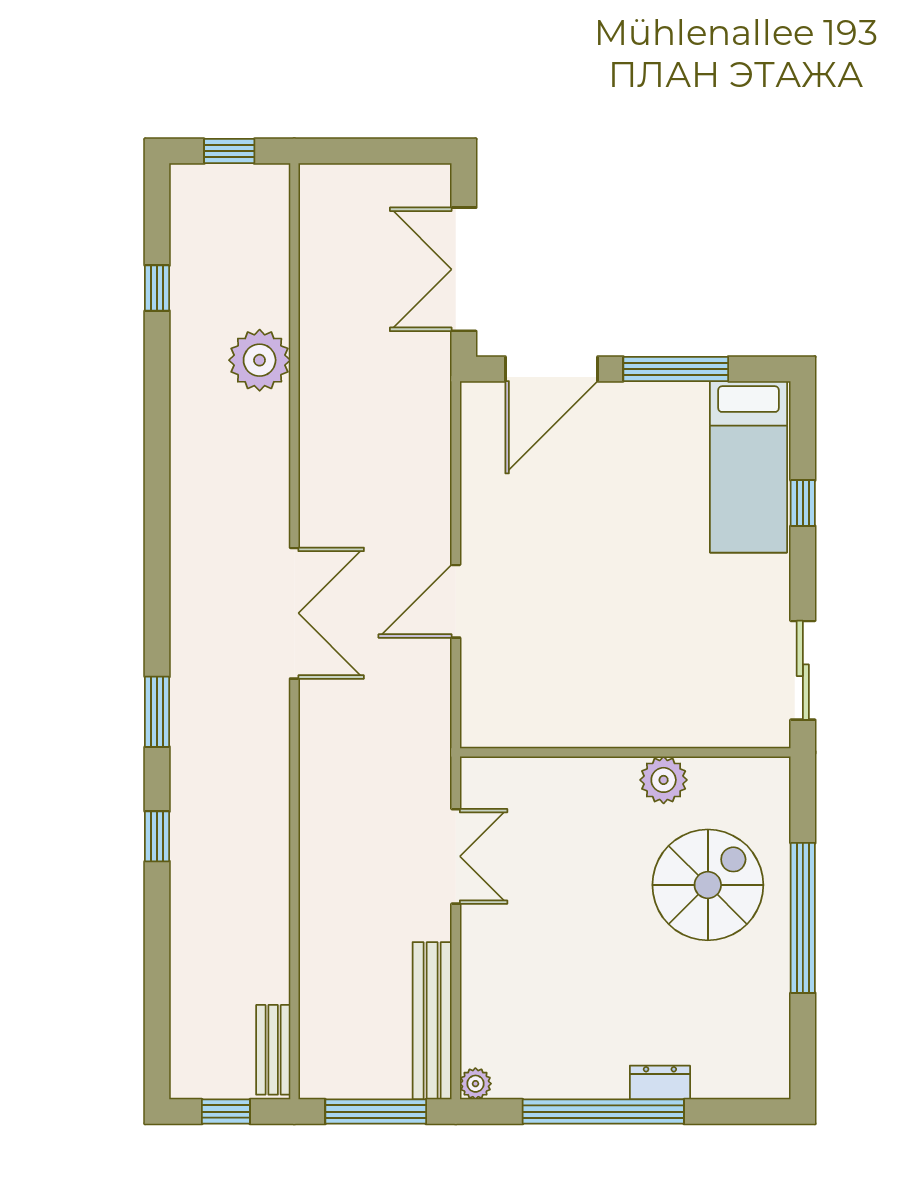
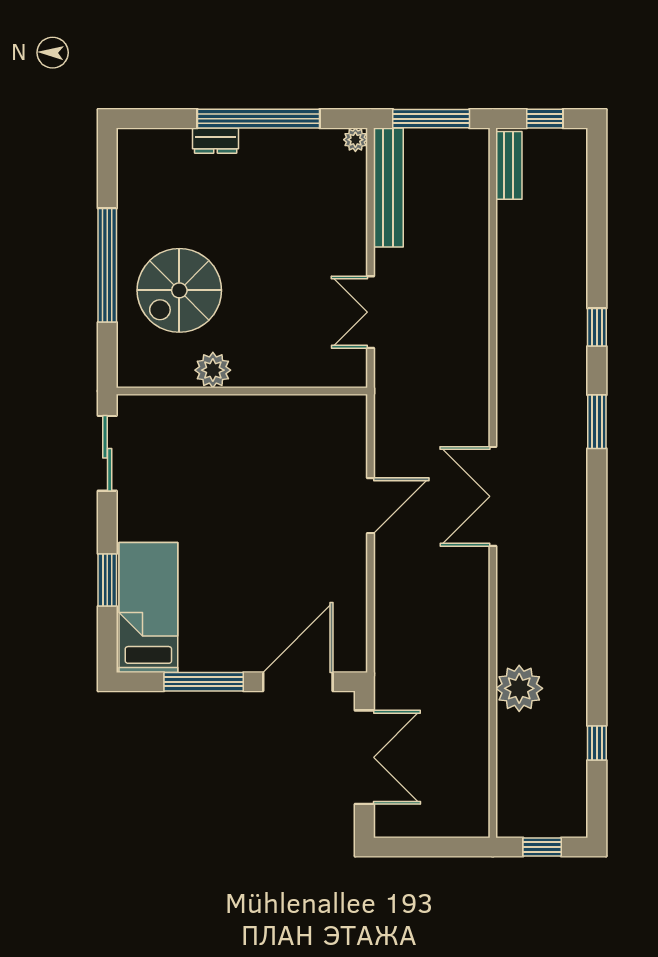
window: (803, 503) -> (107, 580), width x1.50

